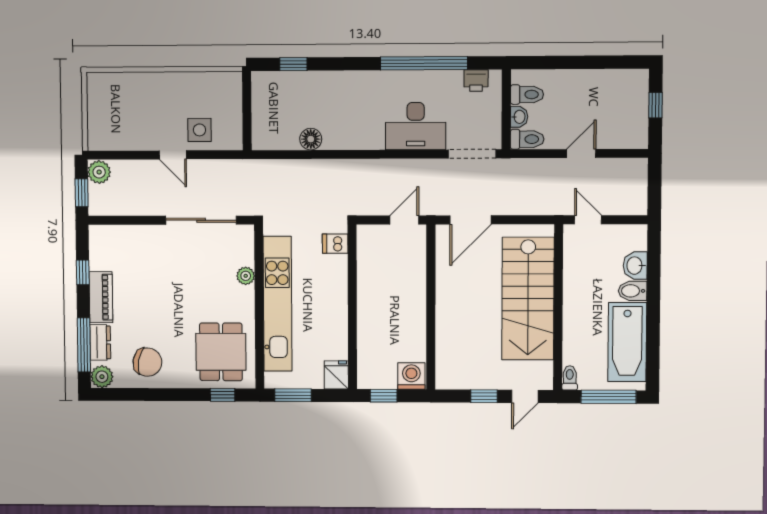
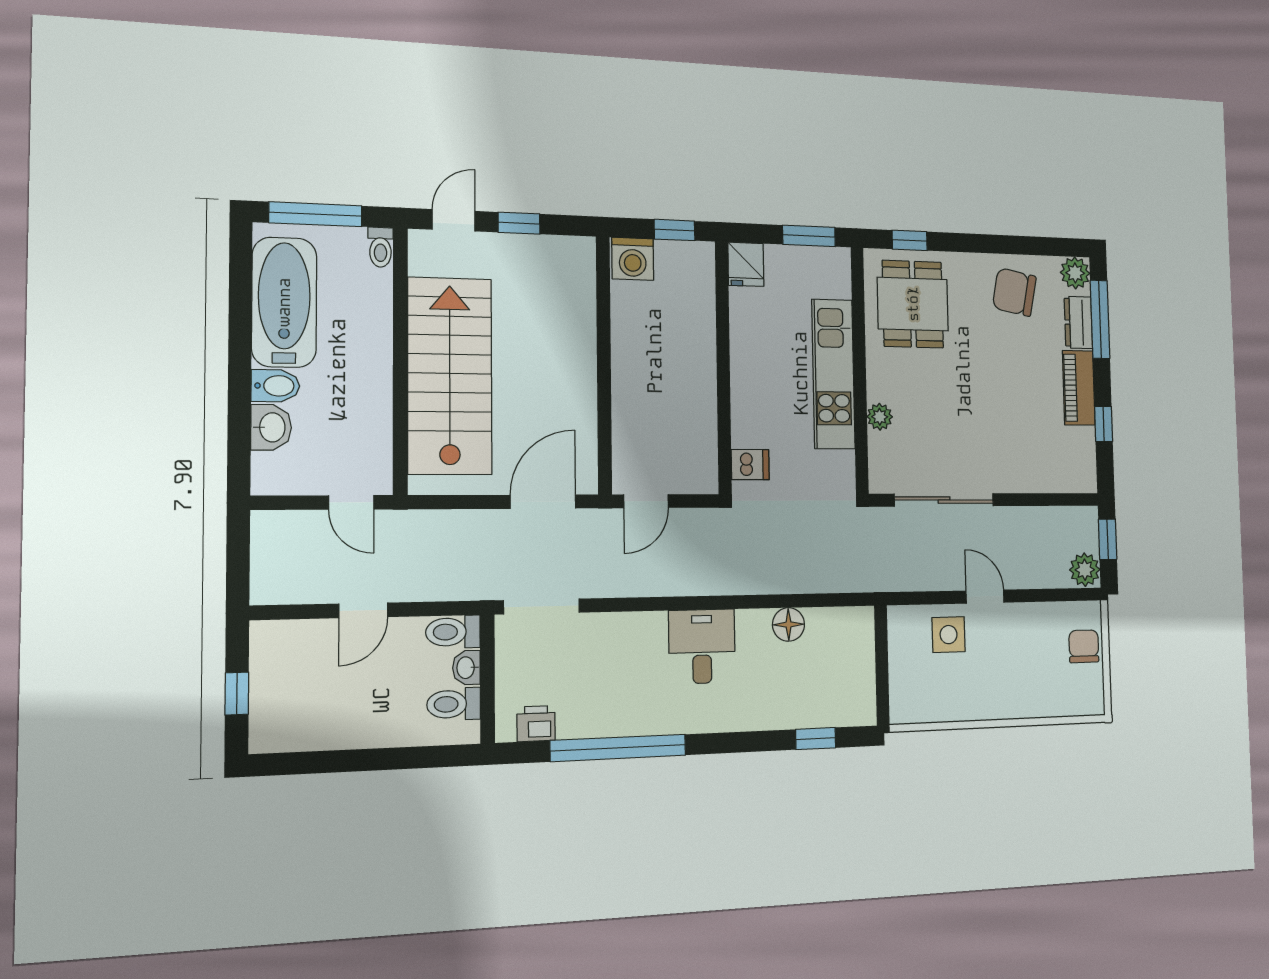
chair: (101, 120) -> (1084, 646), added
desk: (416, 126) -> (702, 646), moved, width x0.73
kitchen unit: (277, 304) -> (833, 374), width x0.73

